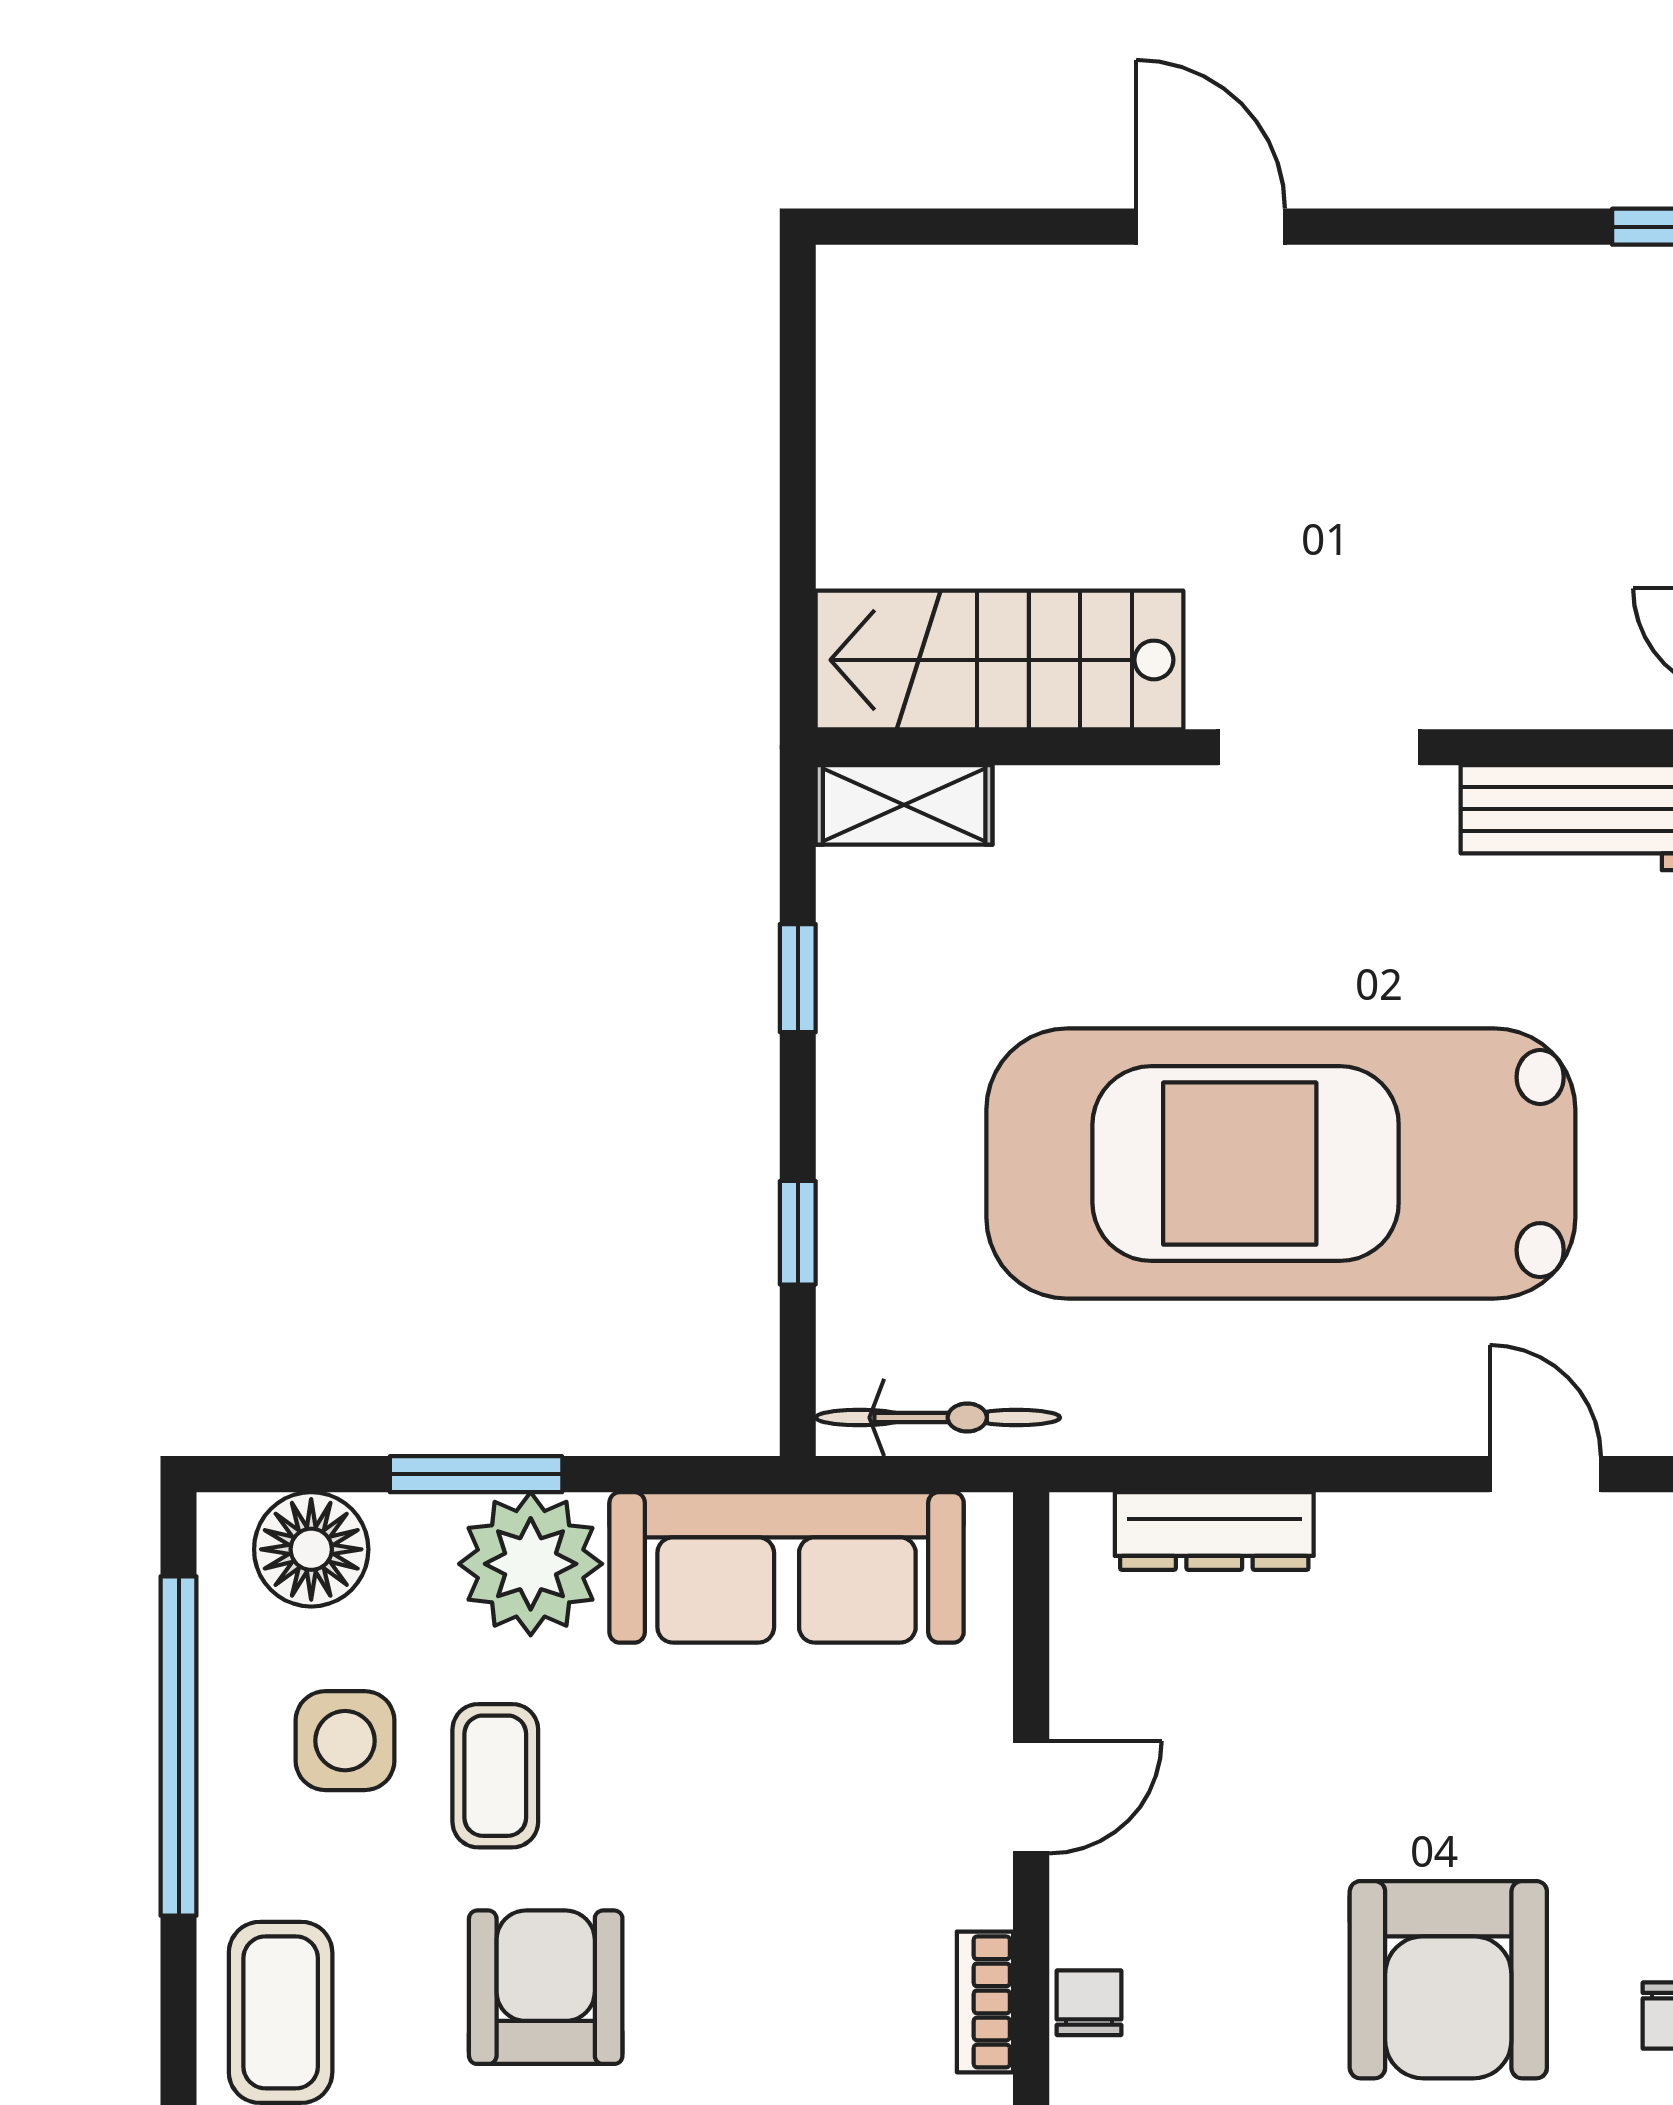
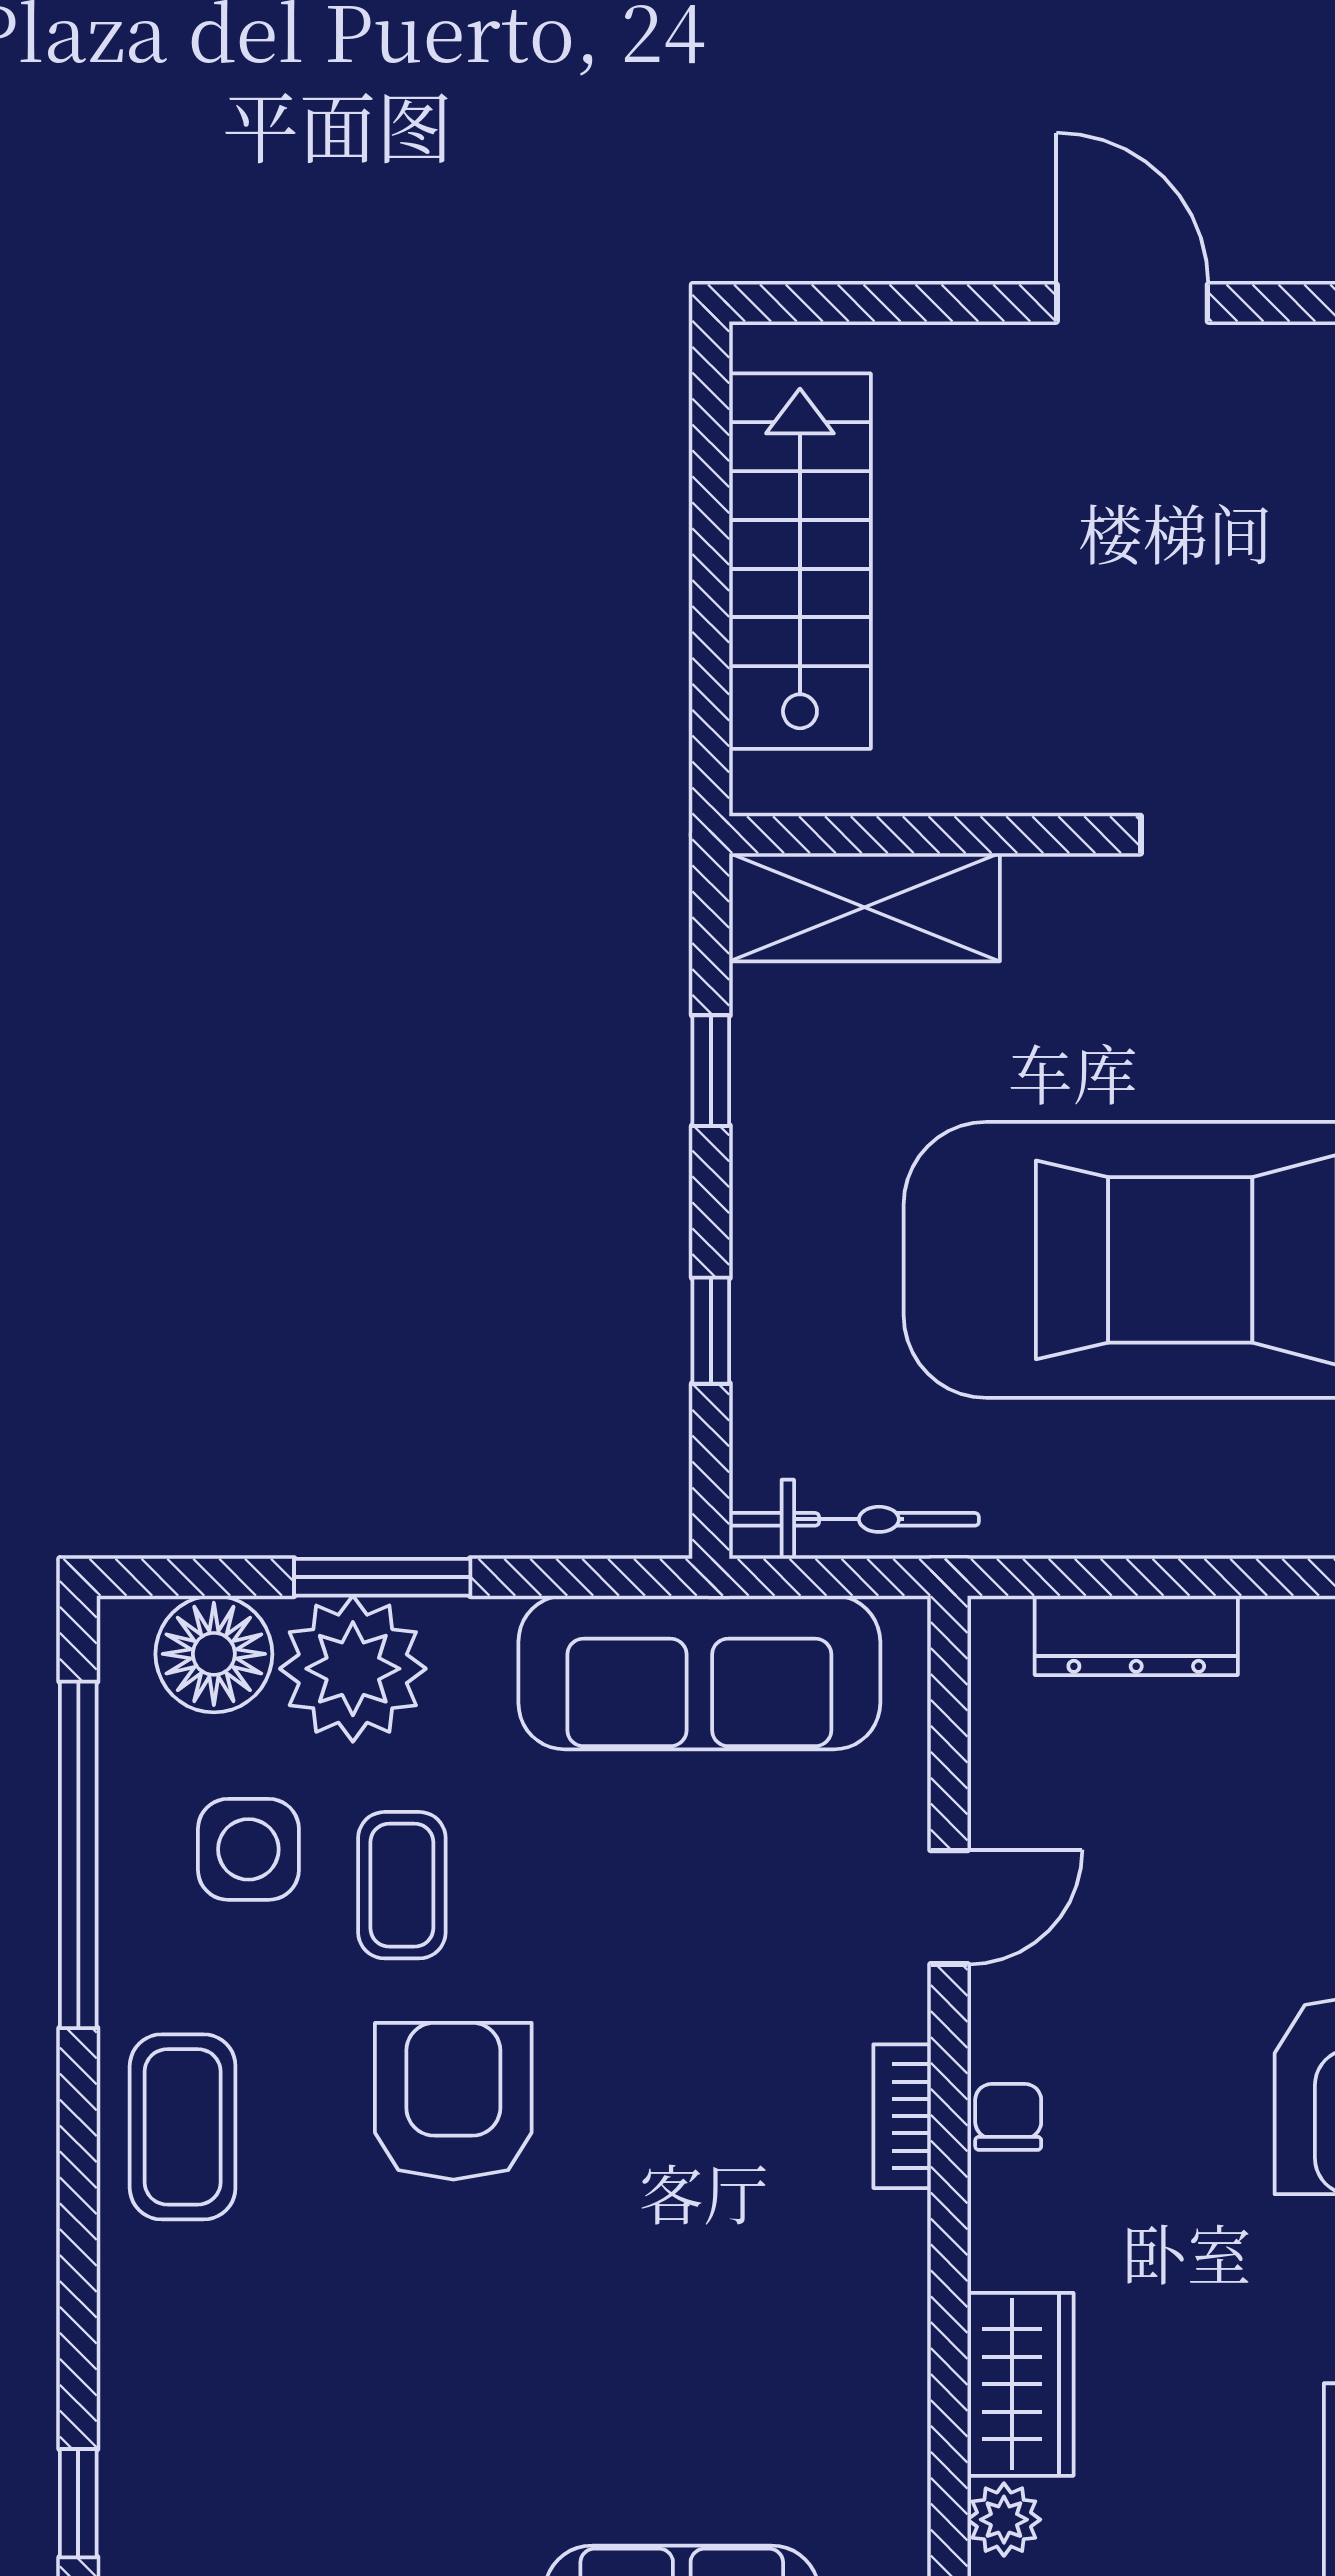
stairs: (1000, 660) -> (800, 561), moved, turned 90
shelving: (904, 805) -> (865, 907), width x1.50, depth x1.33
plant: (531, 1564) -> (353, 1669), moved

